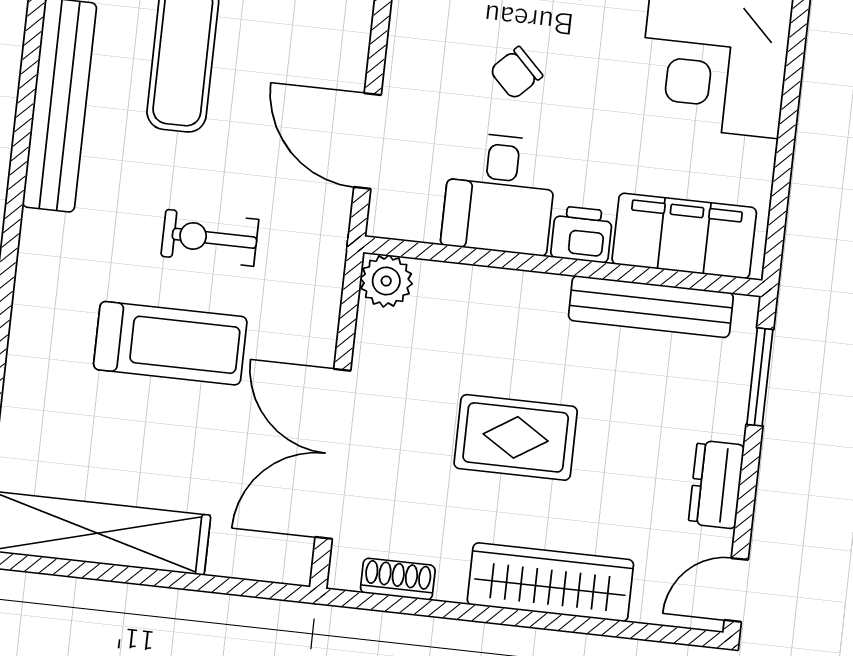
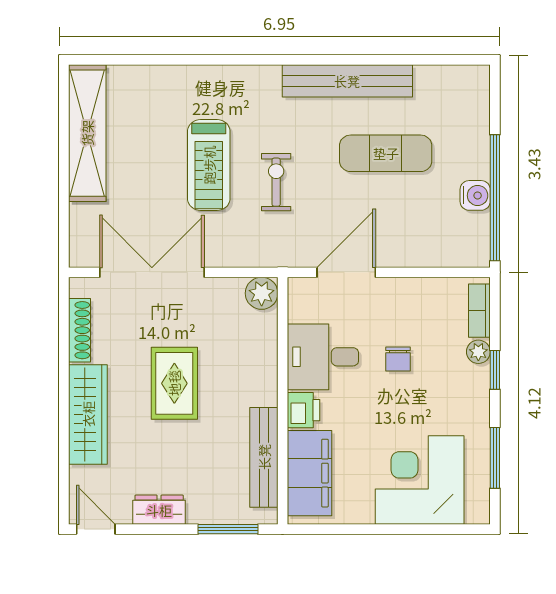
chair: (516, 73) -> (398, 359), turned -135
shoe rack: (398, 579) -> (79, 330), width x1.43

